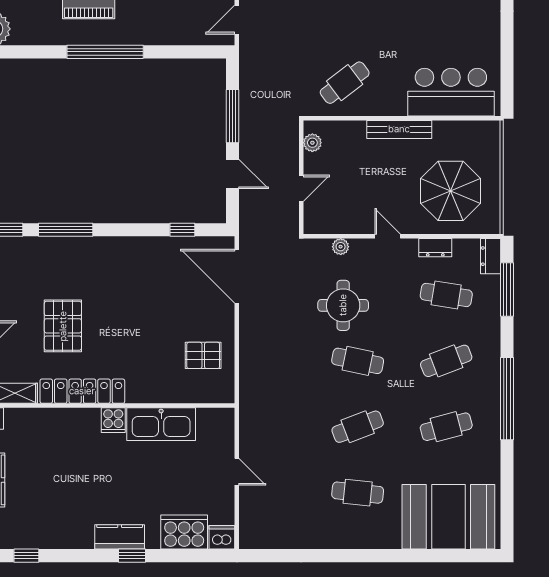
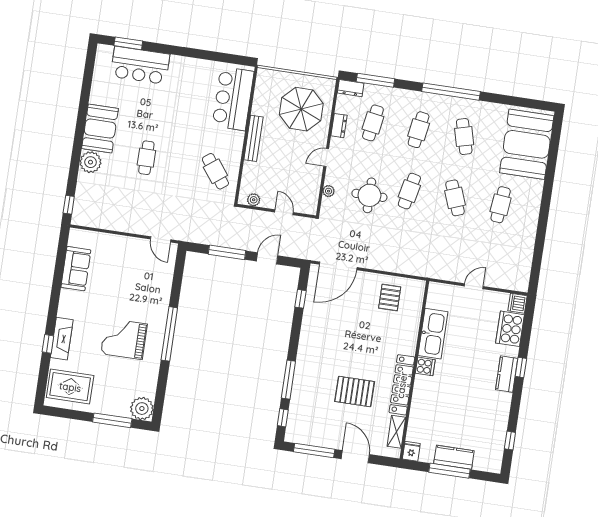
cafe table: (446, 361) -> (419, 130), turned 30

